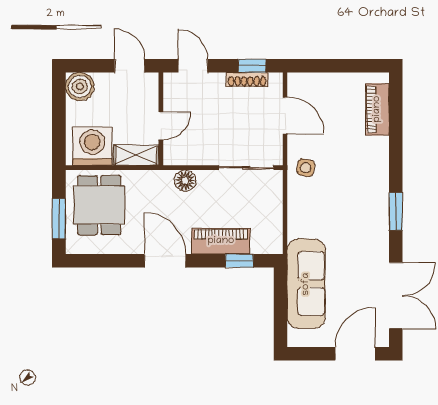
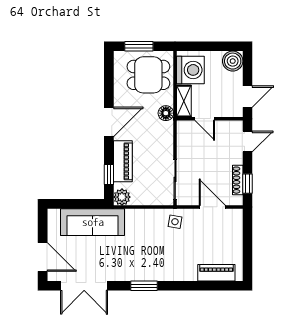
door: (285, 115) -> (212, 207), swing flipped
floor lamp: (185, 181) -> (166, 113), moved
plant: (271, 242) -> (122, 197), added

